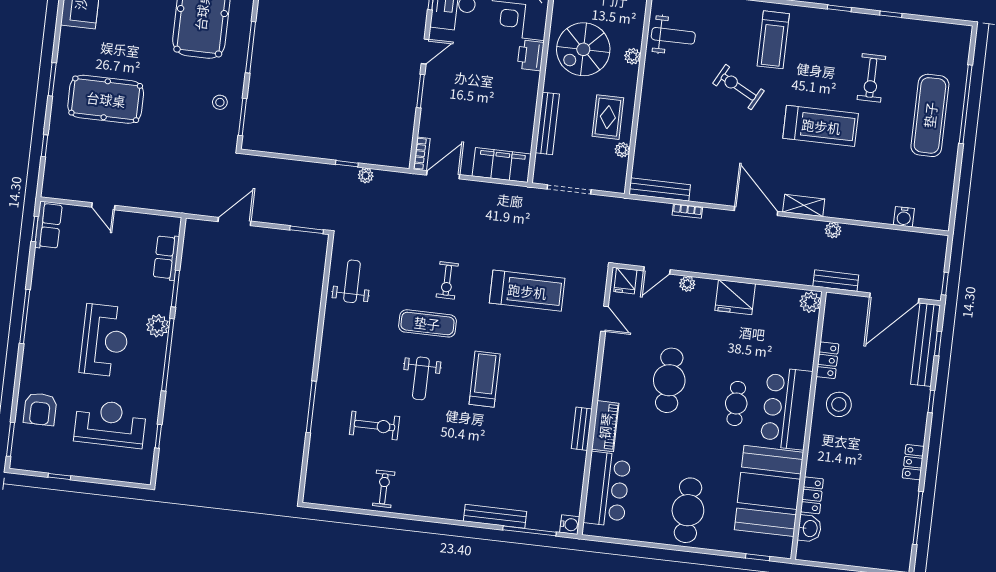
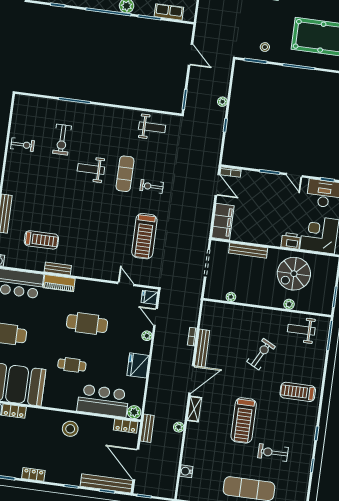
weight bench: (673, 36) -> (301, 330), turned 90
spiral stairs: (583, 49) -> (294, 274), turned -90
exercise bike: (738, 87) -> (261, 354), moved
rug: (608, 117) -> (251, 288), removed
plant: (366, 176) -> (222, 102), moved
bench: (660, 189) -> (202, 348), moved
door: (605, 319) -> (126, 284), swing flipped
locker: (828, 360) -> (126, 426), moved
treadmill: (485, 379) -> (41, 240), moved
bar counter: (786, 408) -> (103, 401), moved

